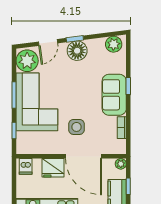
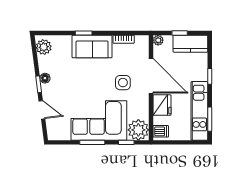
floor lamp: (77, 51) -> (45, 78), width x0.53, depth x0.53
plant: (27, 61) -> (138, 130), moved
door: (84, 156) -> (151, 76), hinge flipped

